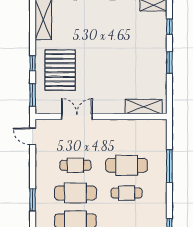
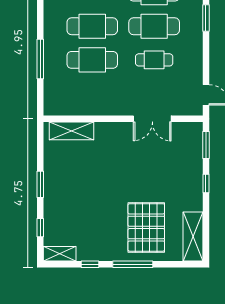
pallet: (60, 70) -> (146, 227), moved
cafe table: (127, 193) -> (92, 26), width x1.37, depth x1.35

